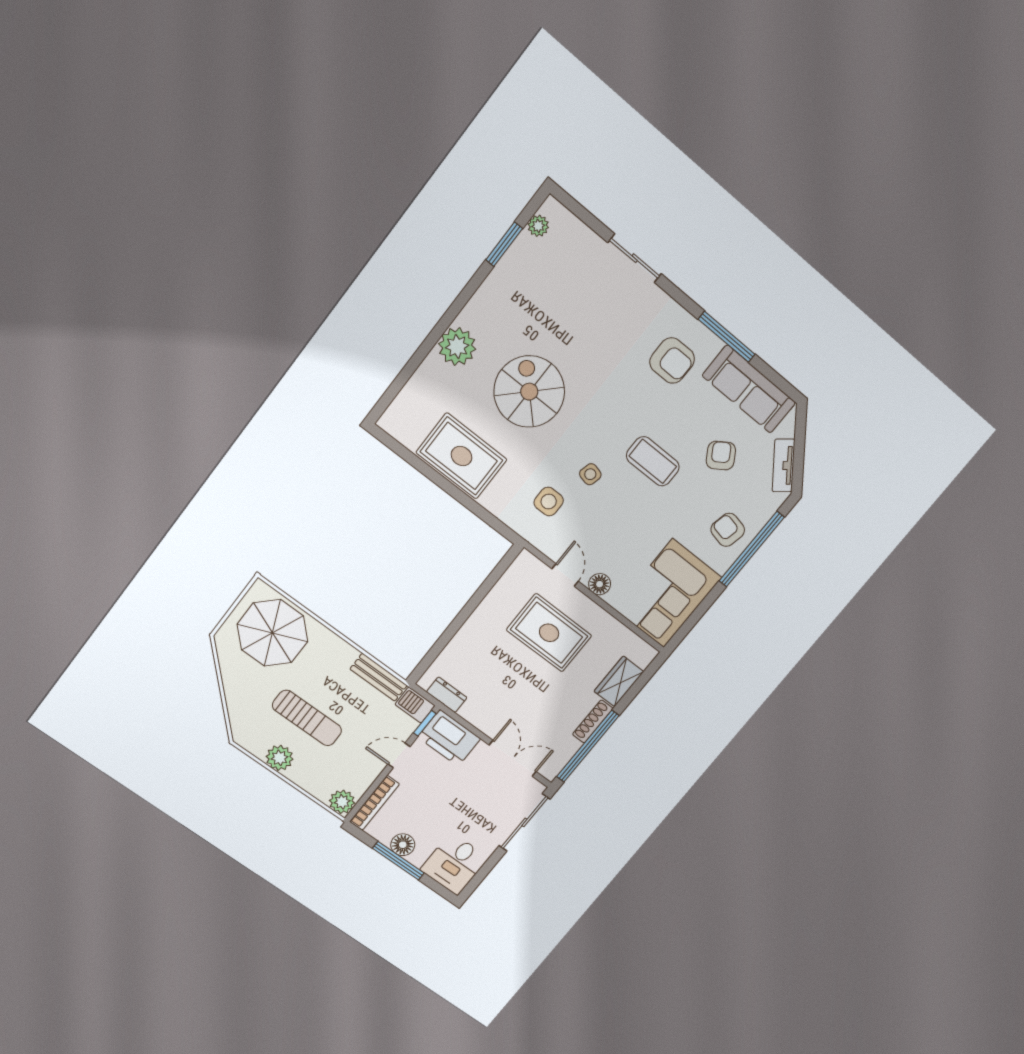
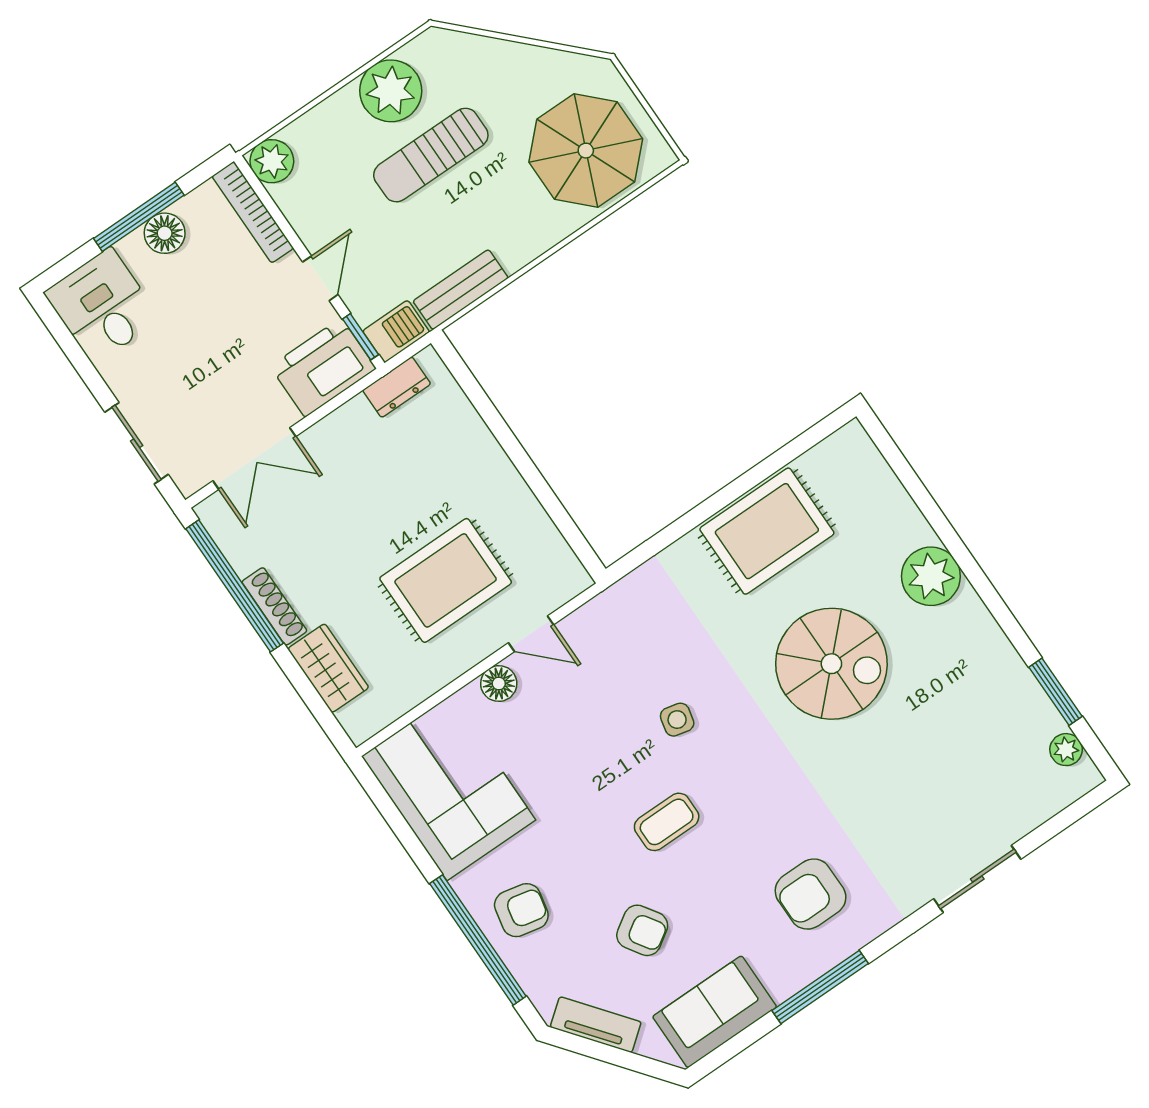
sofa: (749, 389) -> (715, 1012), width x0.73
coffee table: (653, 461) -> (667, 822), width x0.73, depth x0.77
side table: (549, 502) -> (655, 643), removed
plant: (280, 758) -> (391, 91), width x1.36, depth x1.36
sliding door: (524, 822) -> (137, 443), width x0.73

